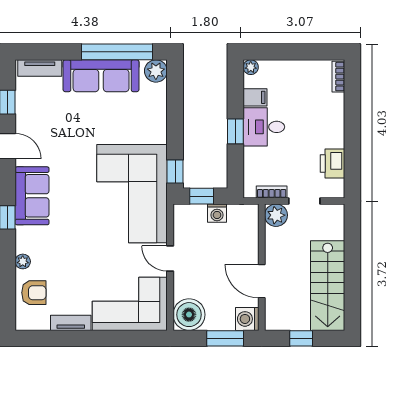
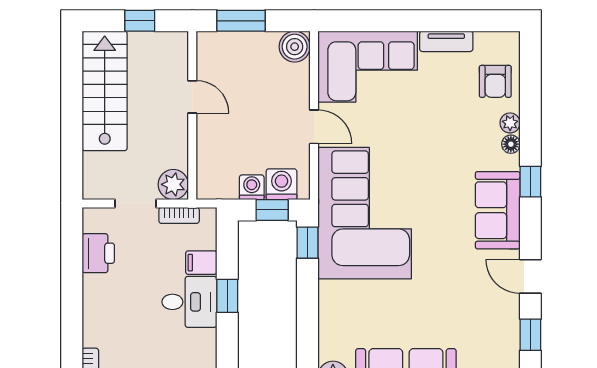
filing cabinet: (255, 97) -> (201, 263), moved
floor lamp: (22, 245) -> (511, 144), added
door: (262, 281) -> (192, 97), width x0.73
armchair: (34, 293) -> (495, 81), turned -90
boiler: (189, 315) -> (295, 47), width x0.73, depth x0.73
washing machine: (247, 319) -> (281, 184), moved, turned -90

